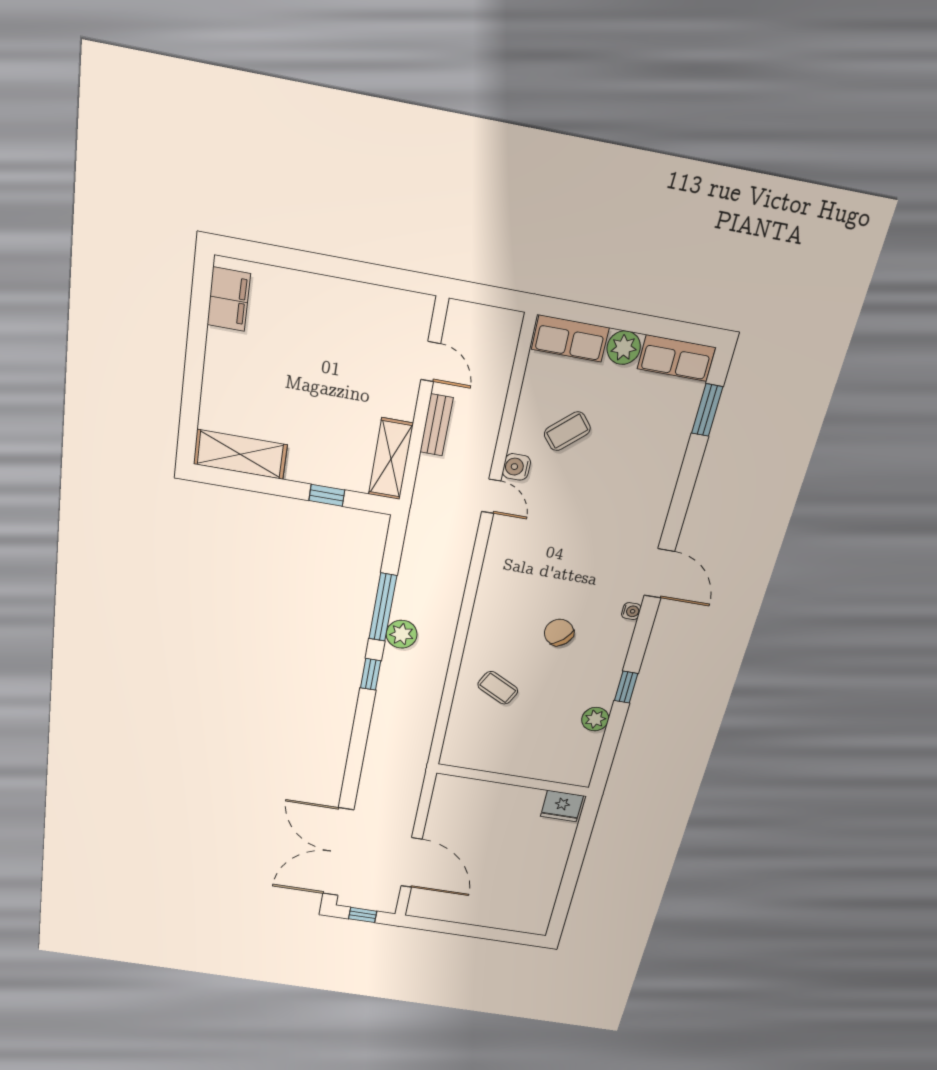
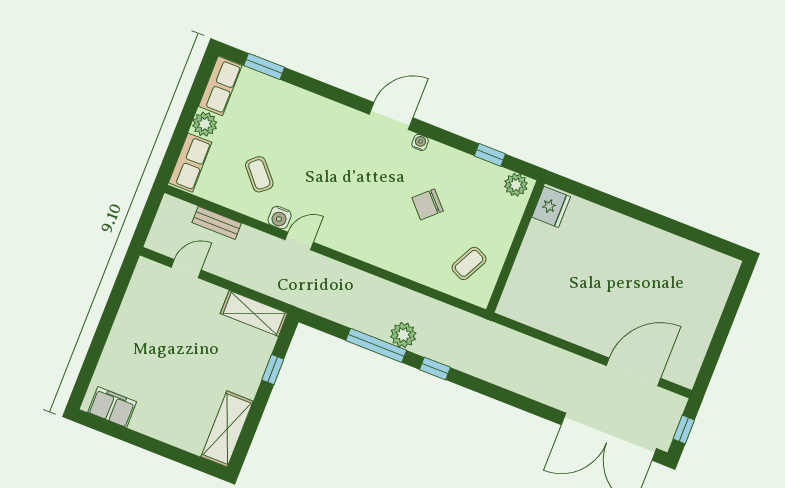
bench: (436, 425) -> (217, 223), moved
wall: (513, 780) -> (515, 246), moved
fridge: (562, 806) -> (551, 207), moved

